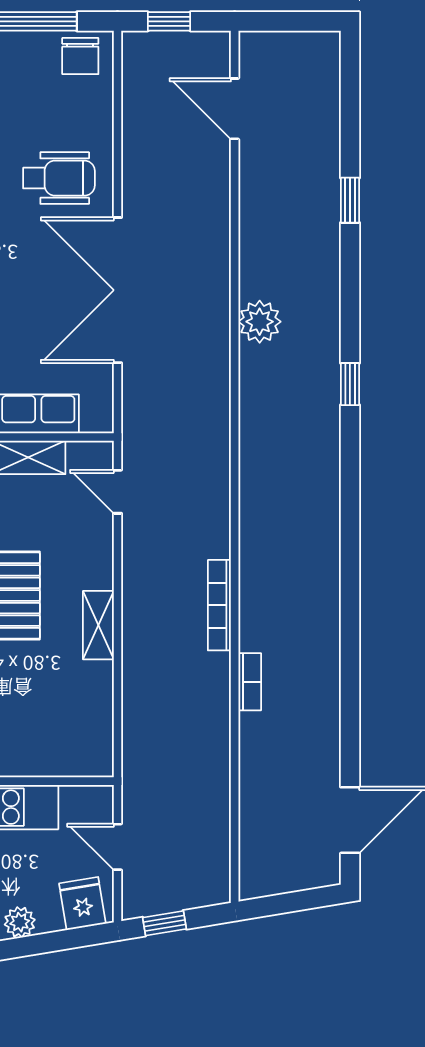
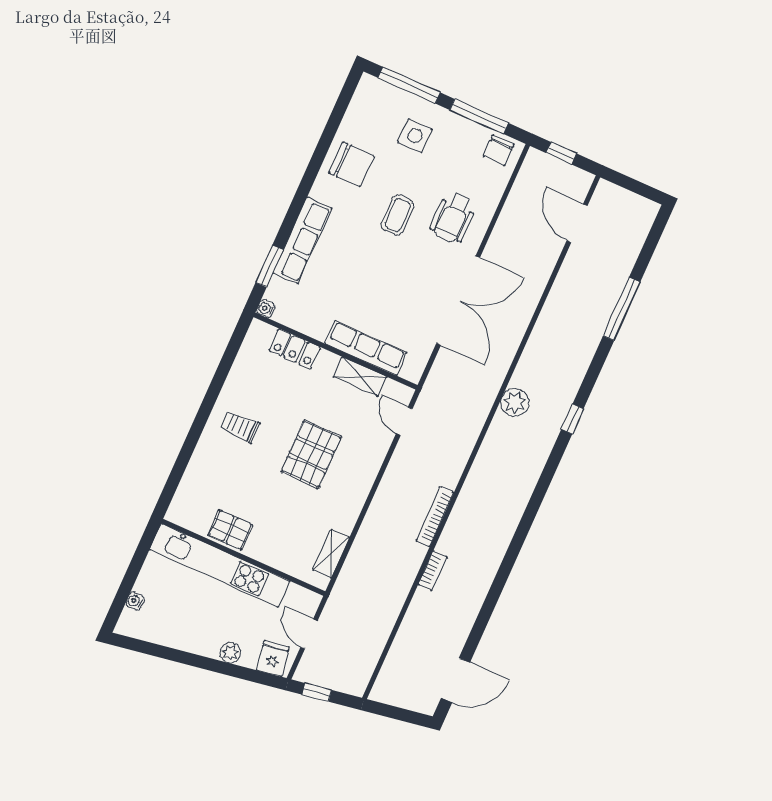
wheelchair: (59, 178) -> (453, 218), turned 90
window: (350, 200) -> (622, 309), width x2.17
double door: (117, 290) -> (458, 300), swing flipped
plant: (260, 322) -> (515, 402), moved
shelving: (98, 625) -> (331, 554), moved

